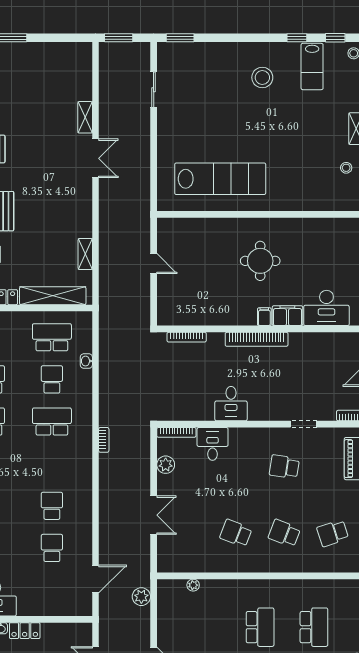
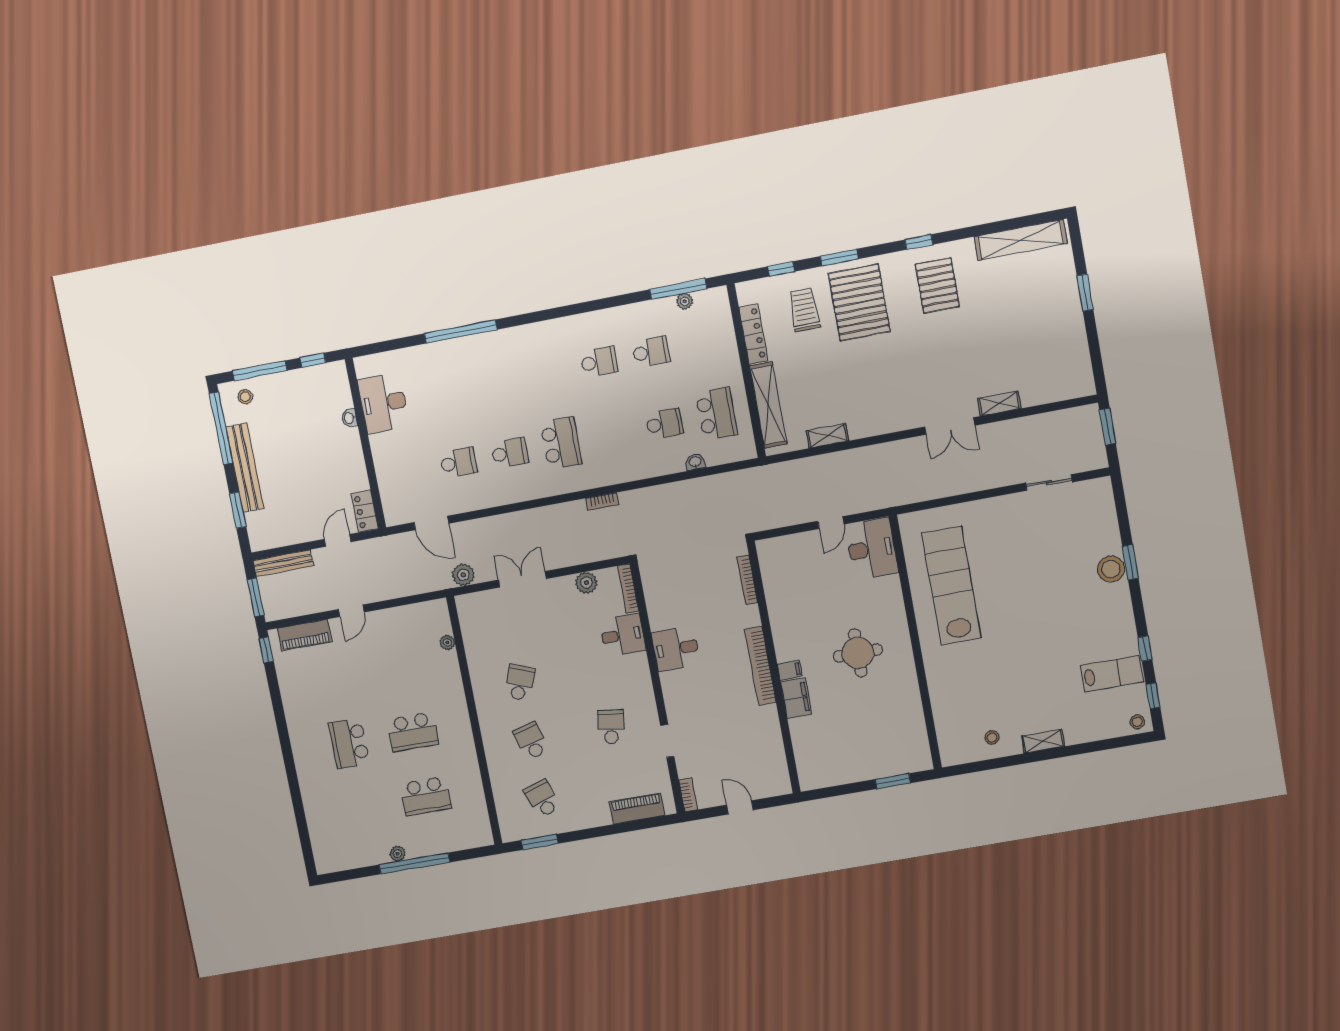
window: (180, 38) -> (1130, 562), moved
lab bench: (312, 66) -> (1112, 674), turned 180
stool: (262, 77) -> (1111, 569), moved
lab bench: (220, 179) -> (951, 586), turned 180
desk: (326, 308) -> (872, 549), moved, turned 180
school desk: (52, 422) -> (561, 443), moved
double door: (154, 515) -> (522, 579), swing flipped
school desk: (284, 533) -> (531, 741), turned -36
plant: (141, 597) -> (463, 575), moved
locker: (25, 631) -> (365, 511), moved

